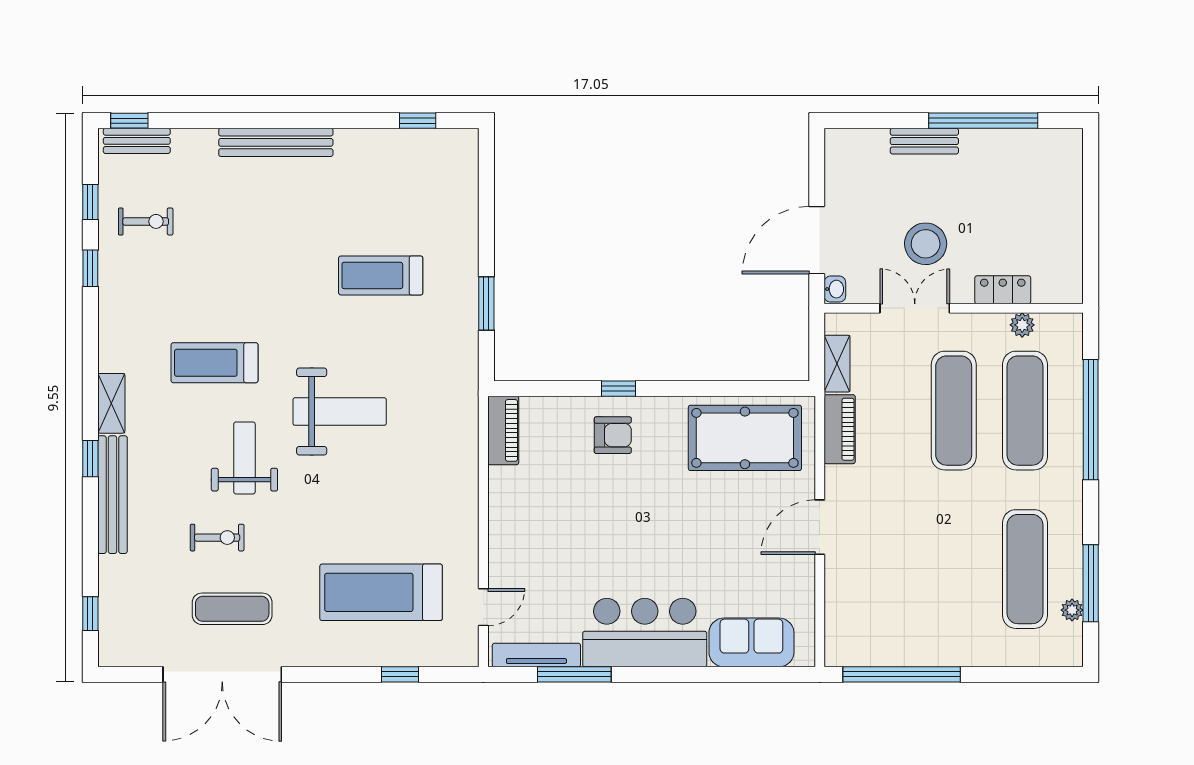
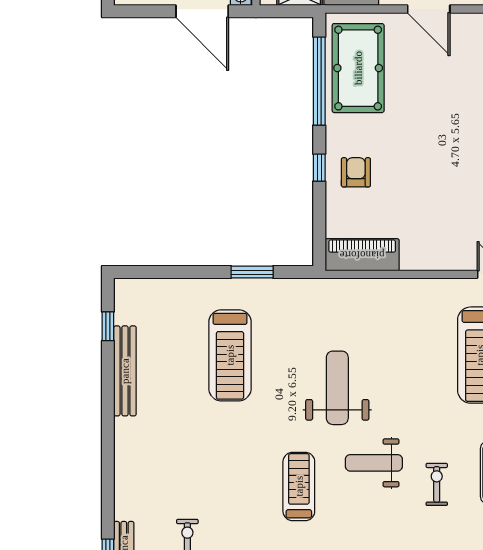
bench: (276, 142) -> (125, 371), moved
treadmill: (381, 275) -> (230, 355), width x1.37, depth x1.38
treadmill: (214, 363) -> (299, 486), turned 180
window: (728, 389) -> (319, 81), added
piano: (503, 430) -> (362, 255), width x1.37, depth x1.33

